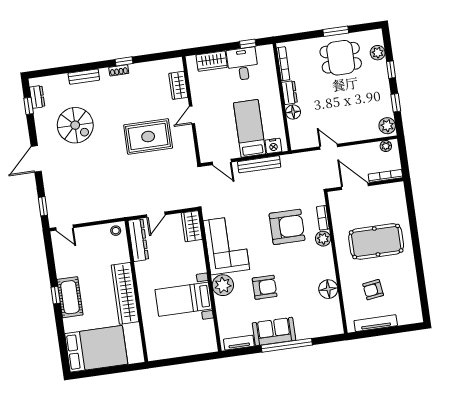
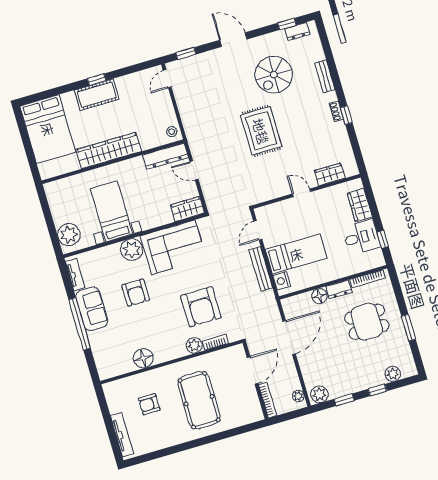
dining table: (341, 58) -> (367, 322), moved, turned 90
rug: (148, 137) -> (261, 131), moved
door: (329, 147) -> (289, 338), width x1.88
armchair: (373, 290) -> (149, 404), turned -82
tv unit: (376, 323) -> (122, 435), moved
plant: (200, 343) -> (69, 235), added

